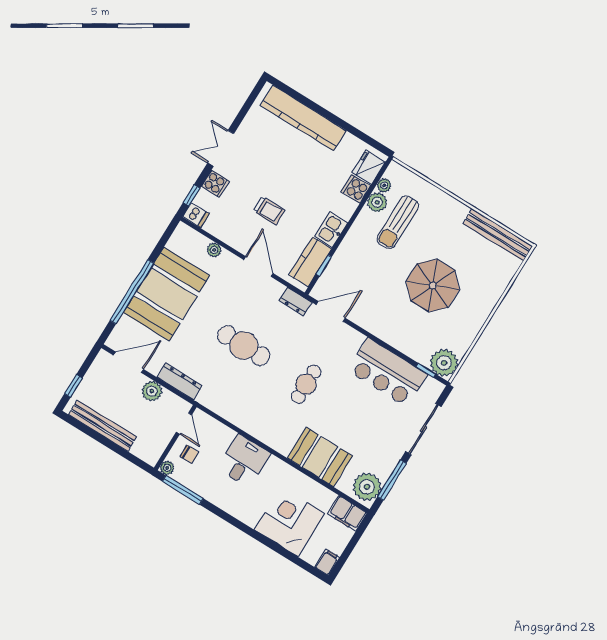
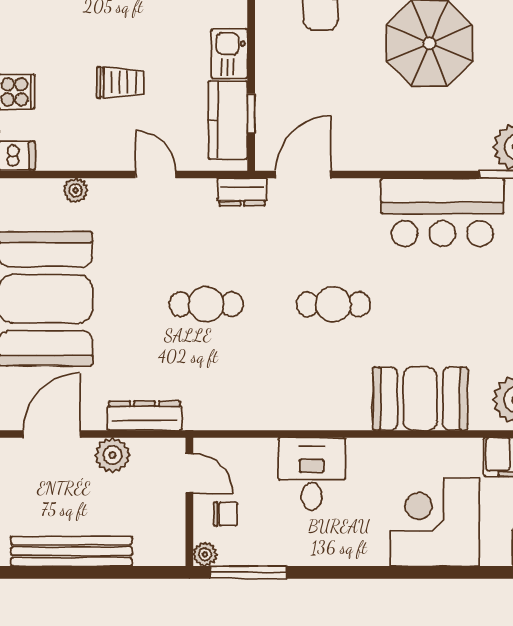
door: (258, 266) -> (156, 174), width x0.73
cafe table: (244, 346) -> (206, 304), width x0.73, depth x0.74
cafe table: (306, 384) -> (333, 304), turned 90

